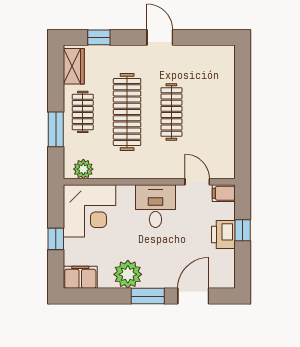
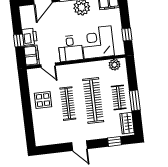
display table: (213, 123) -> (43, 100), added
window: (56, 129) -> (135, 100), moved
filing cabinet: (224, 193) -> (32, 56), width x2.00
corner desk: (90, 211) -> (98, 42), moved
window: (56, 239) -> (127, 34), moved

